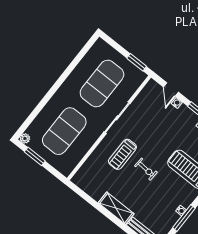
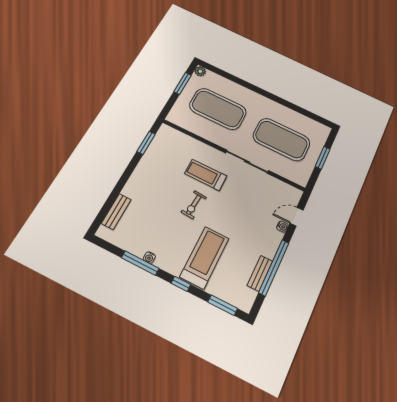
window: (137, 62) -> (323, 158), moved
window: (86, 197) -> (146, 143), added
shelving: (116, 208) -> (138, 179), removed

